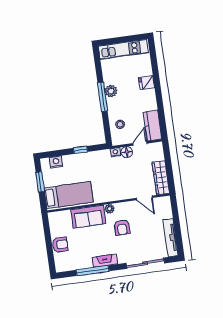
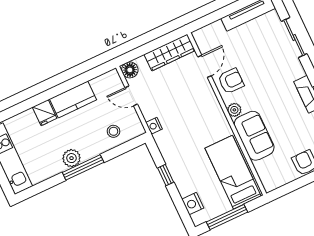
kitchen counter: (153, 126) -> (73, 99), moved
floor lamp: (127, 152) -> (130, 70), moved
window: (40, 182) -> (227, 217), width x1.44
armchair: (122, 227) -> (231, 81), moved
sliding door: (145, 263) -> (294, 37), width x0.73

